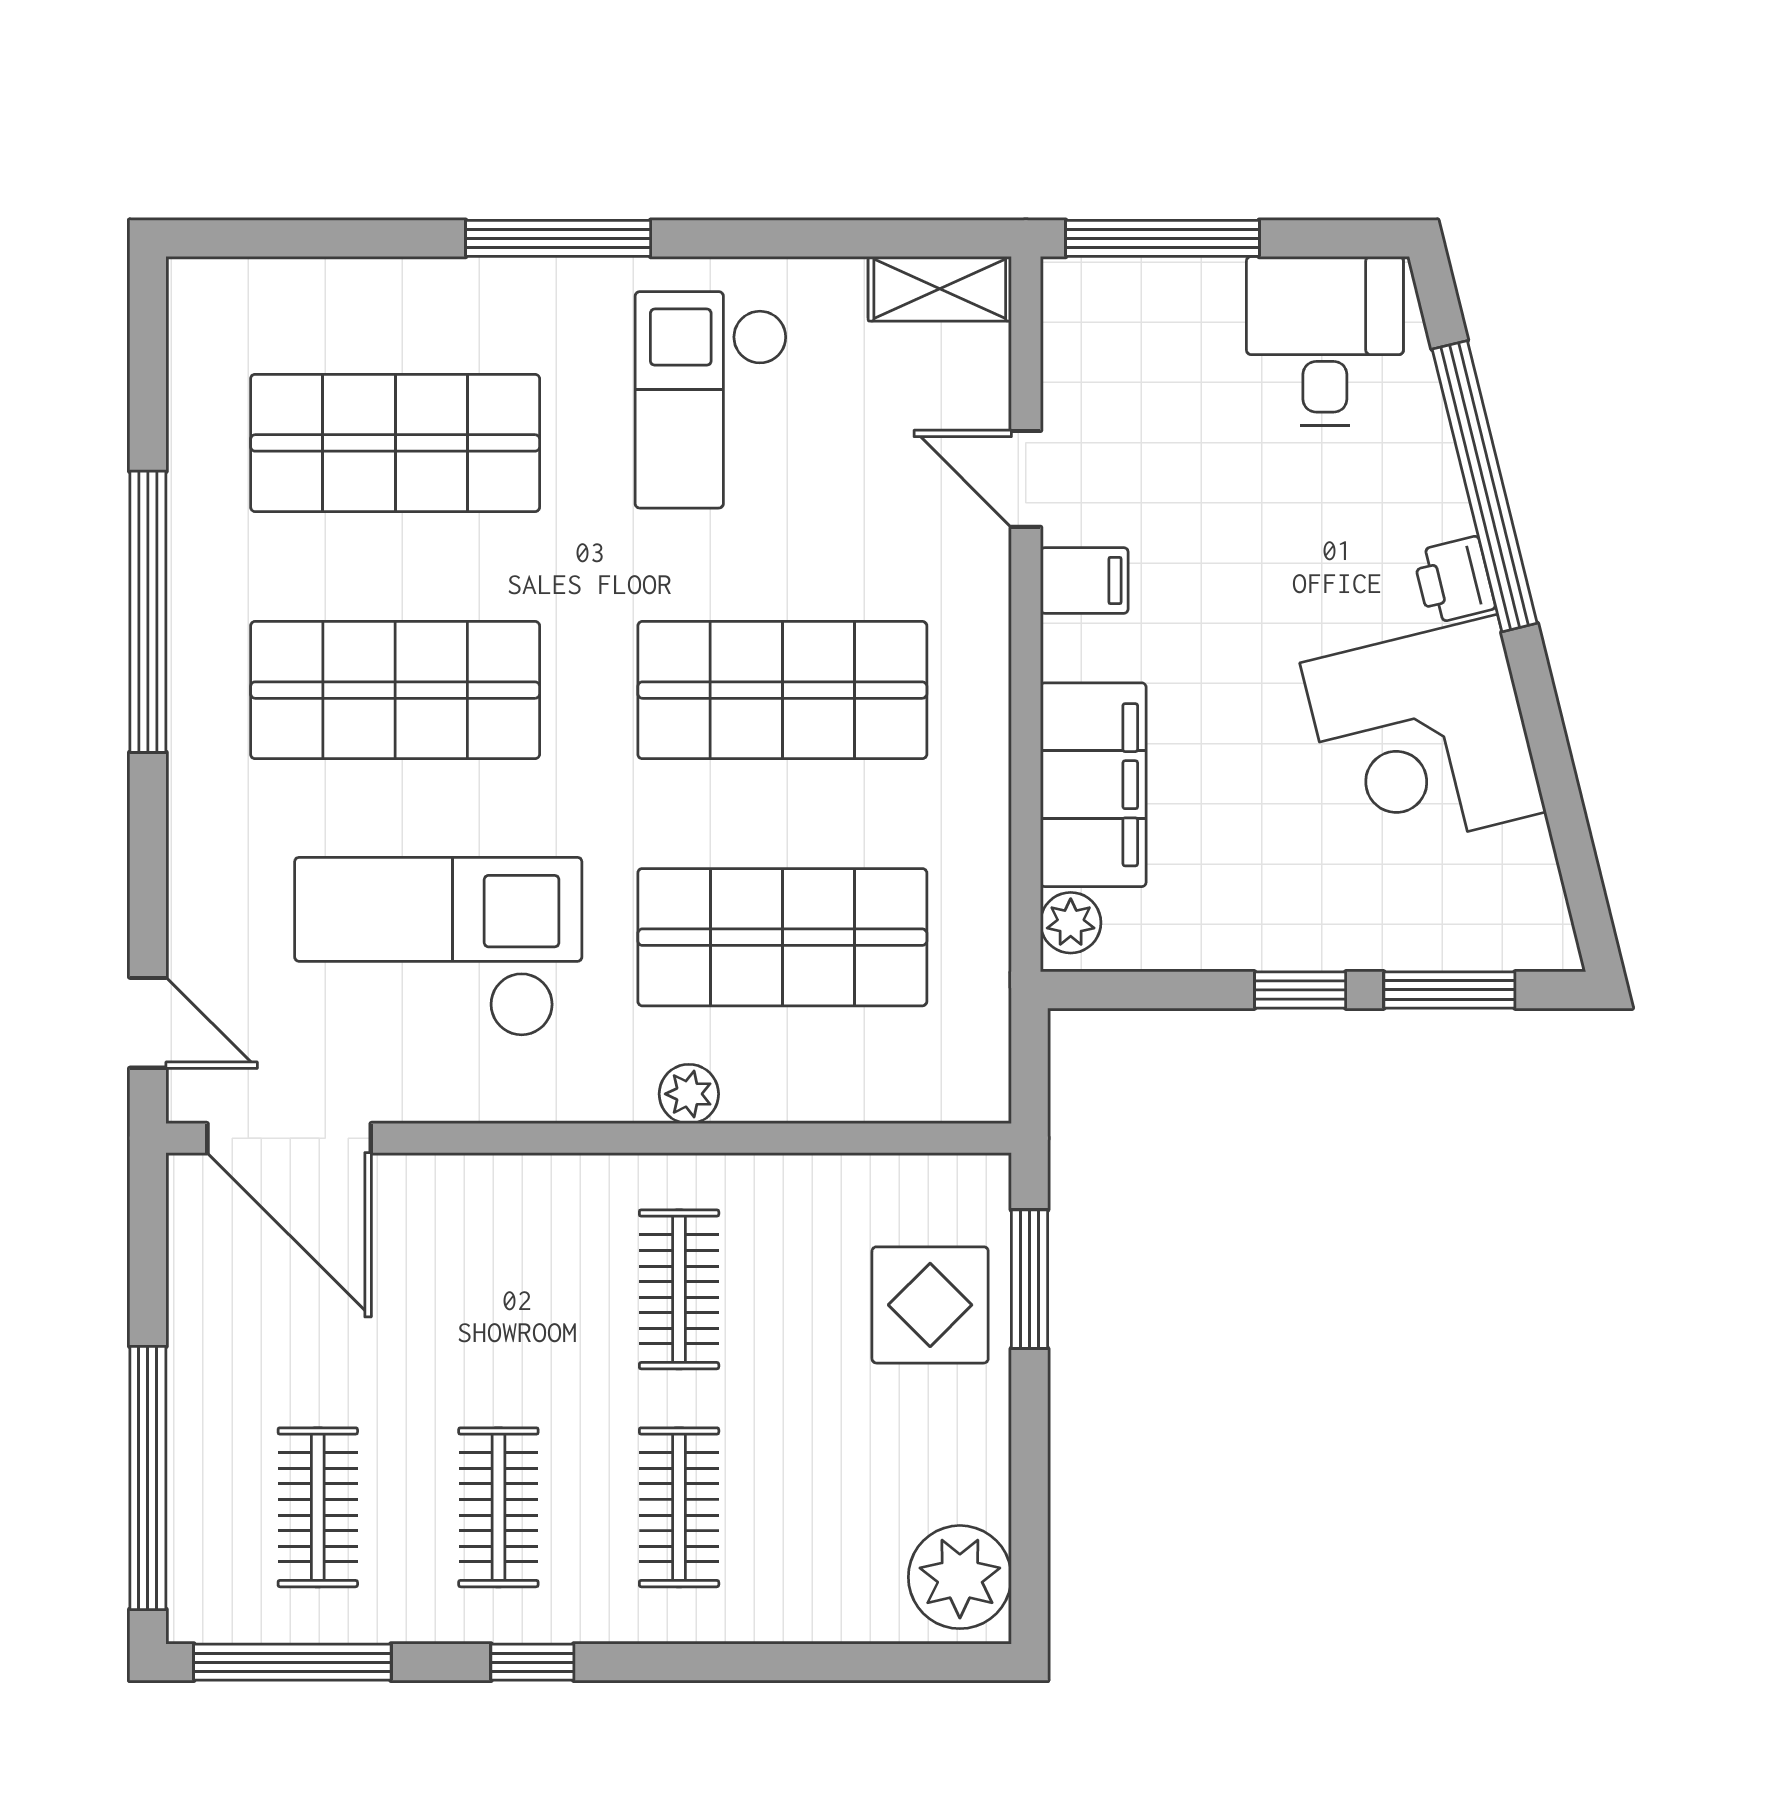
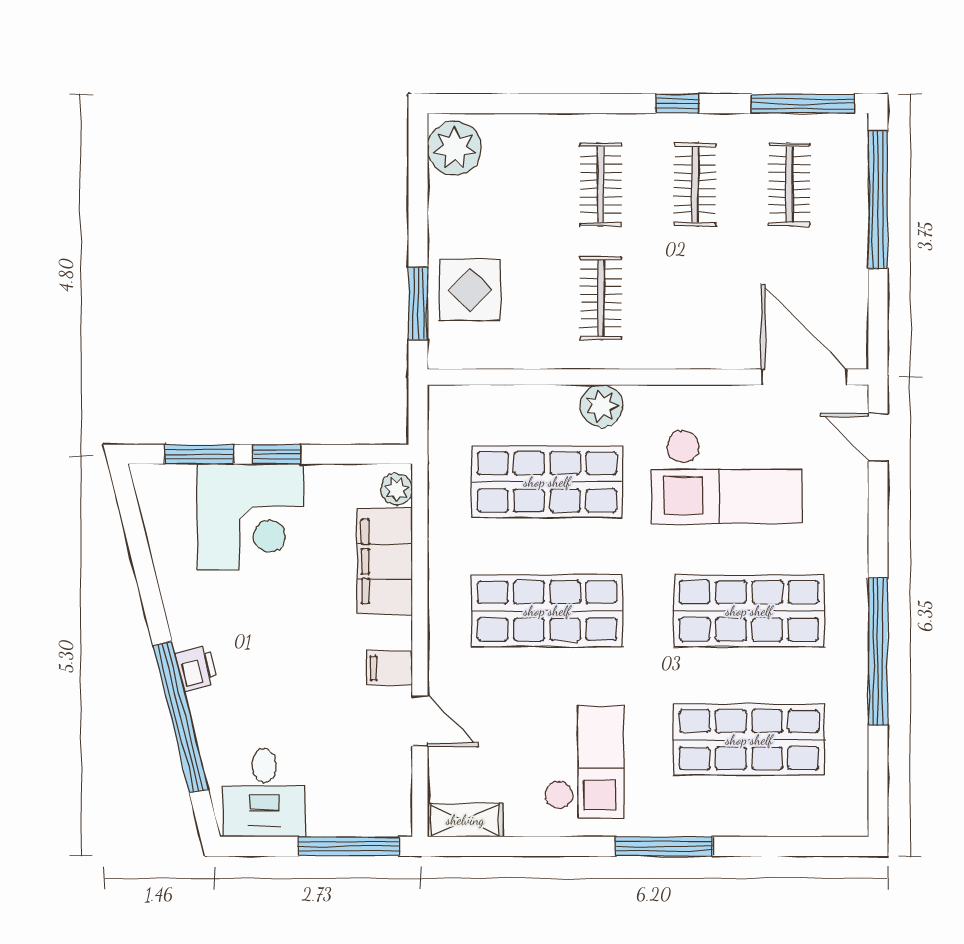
corner desk: (1423, 737) -> (250, 517), moved, turned 104
plant: (689, 1094) -> (602, 406), width x1.38, depth x1.38

